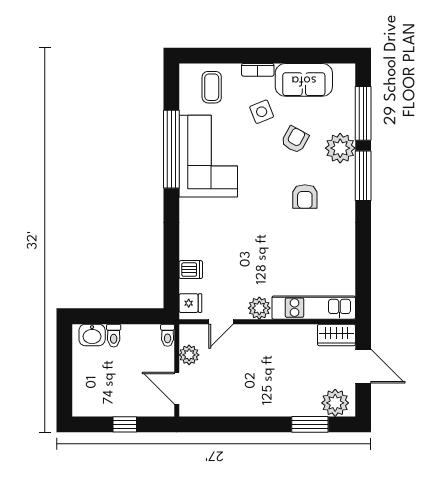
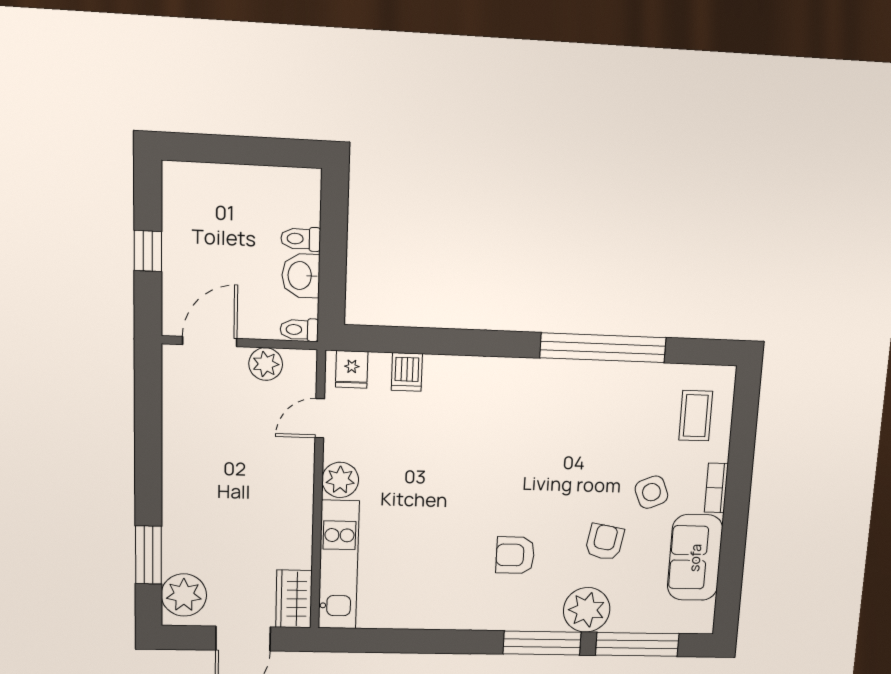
coffee table: (212, 87) -> (696, 416), turned 90
armchair: (295, 140) -> (605, 542), turned -109
corner sofa: (208, 156) -> (588, 407), removed
door: (221, 322) -> (320, 418), hinge flipped
washbasin: (92, 335) -> (301, 276), moved

